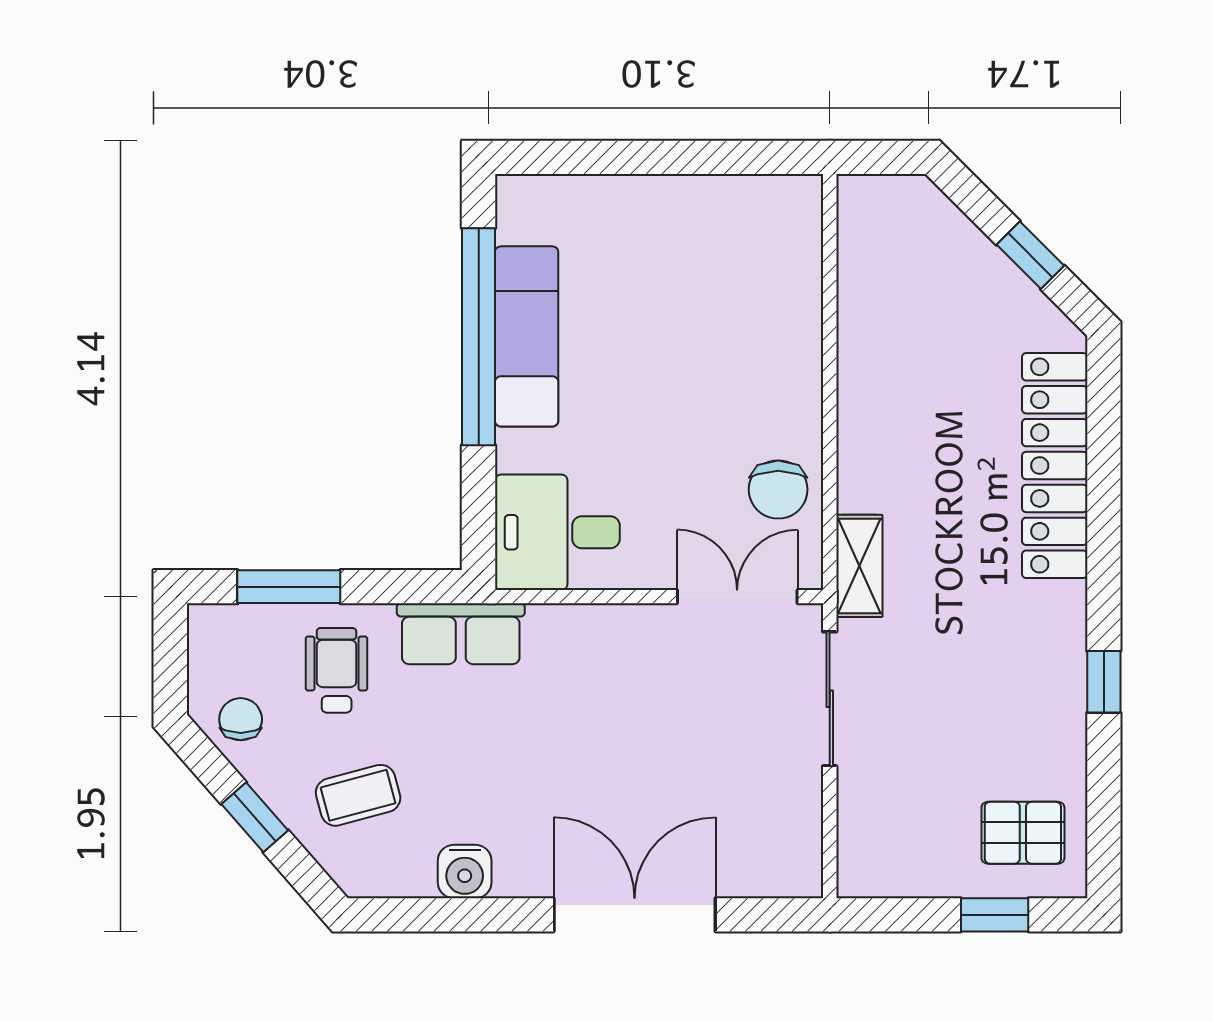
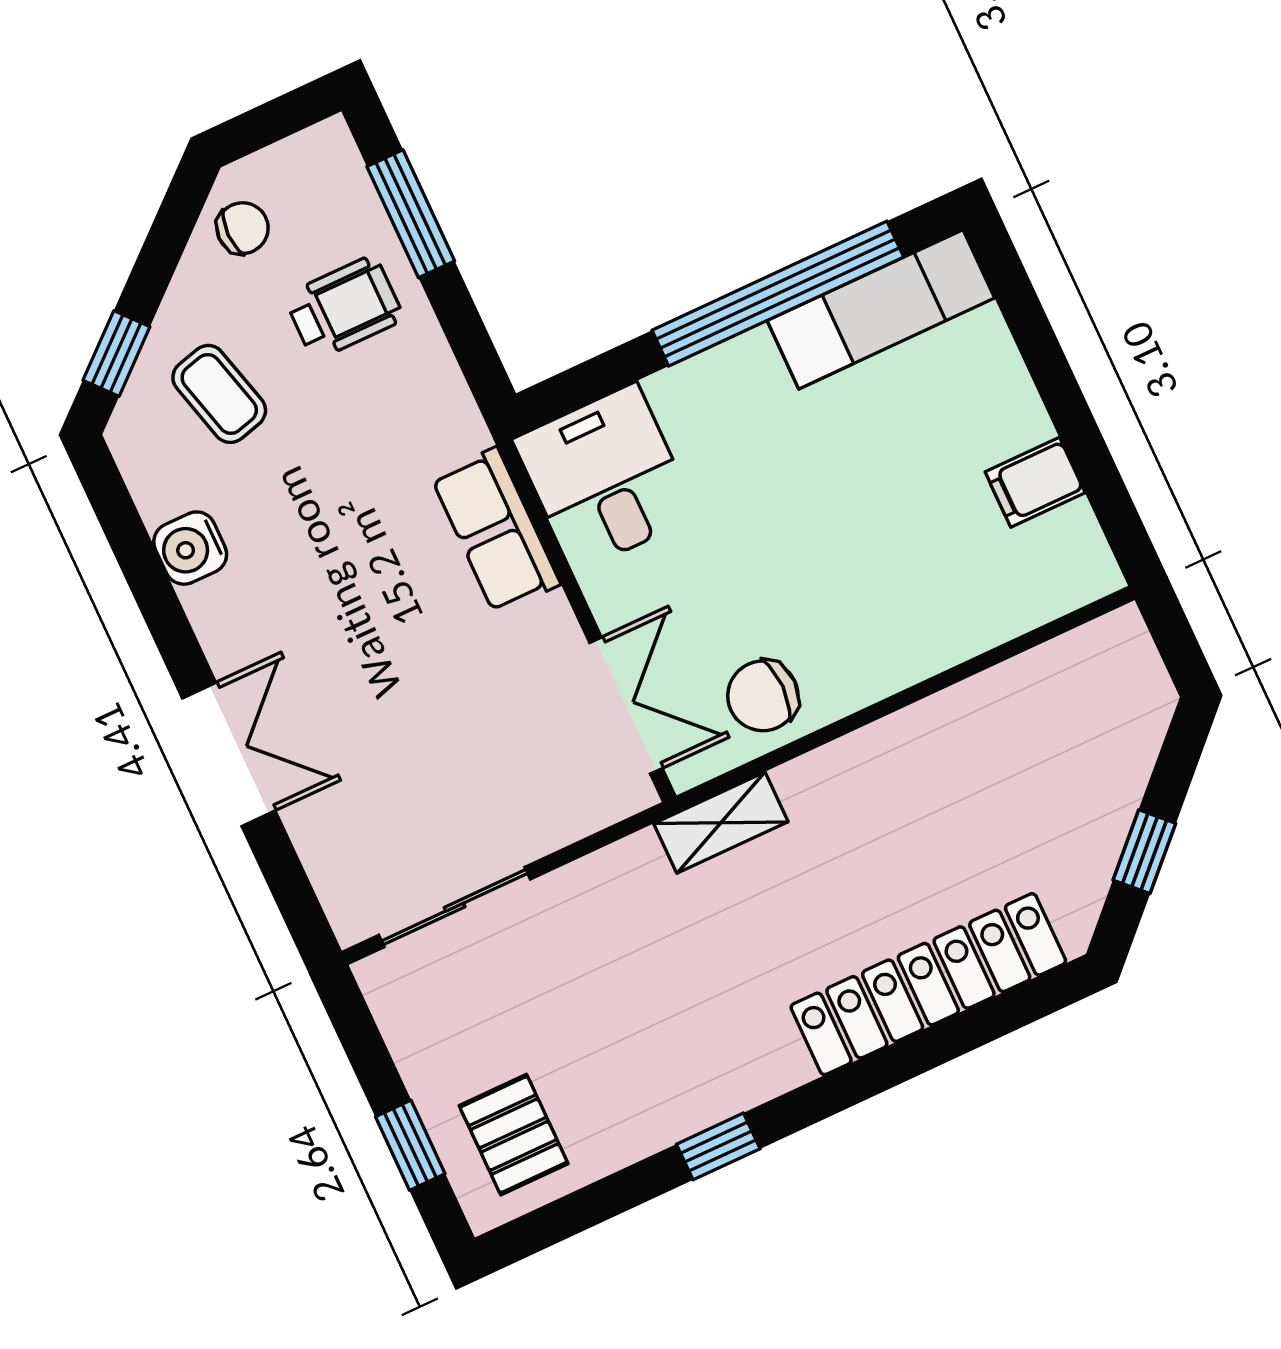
filing cabinet: (712, 208) -> (1035, 482), added
exam couch: (527, 336) -> (881, 309), moved
row of seats: (461, 634) -> (496, 531), moved
sliding door: (830, 699) -> (455, 907), moved
window: (255, 817) -> (116, 353), moved
double door: (635, 915) -> (229, 754), width x0.73

